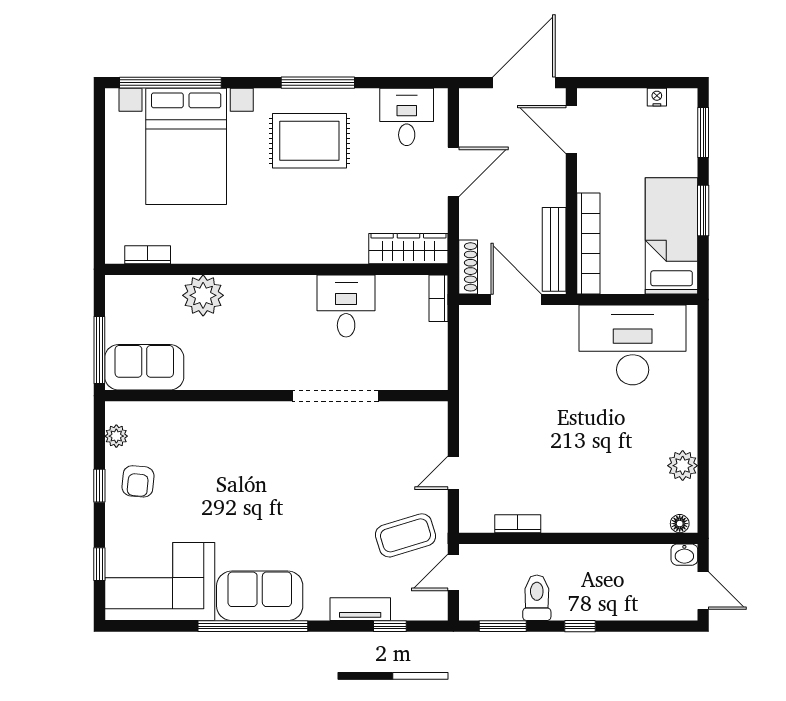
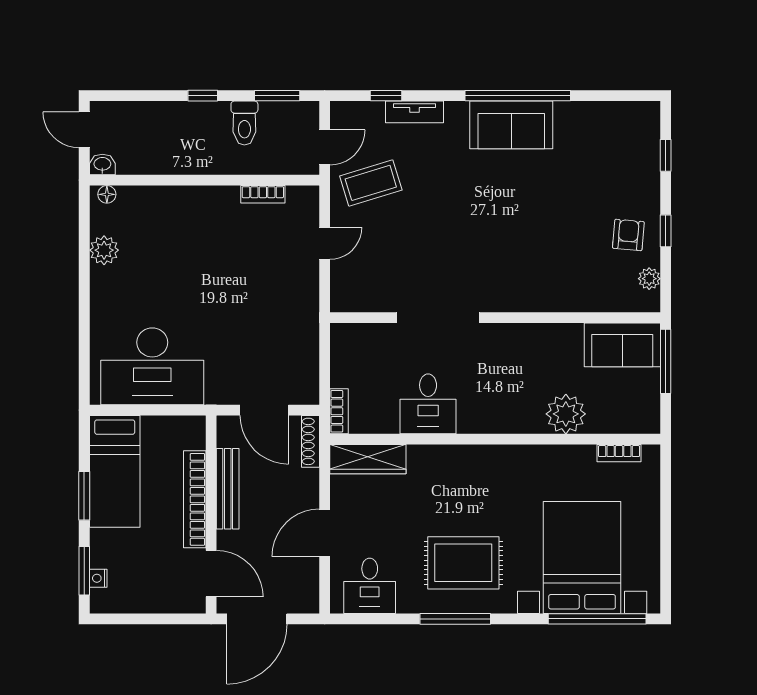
nightstand: (657, 97) -> (98, 578), moved, turned 90
bookcase: (588, 243) -> (195, 499), moved
bench: (554, 249) -> (228, 489), moved
corner sofa: (160, 582) -> (607, 139), removed

